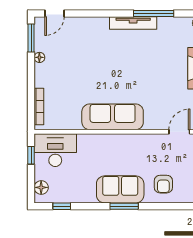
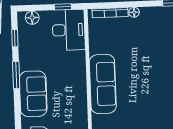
floor lamp: (39, 57) -> (134, 12), moved
window: (124, 206) -> (16, 75), moved

